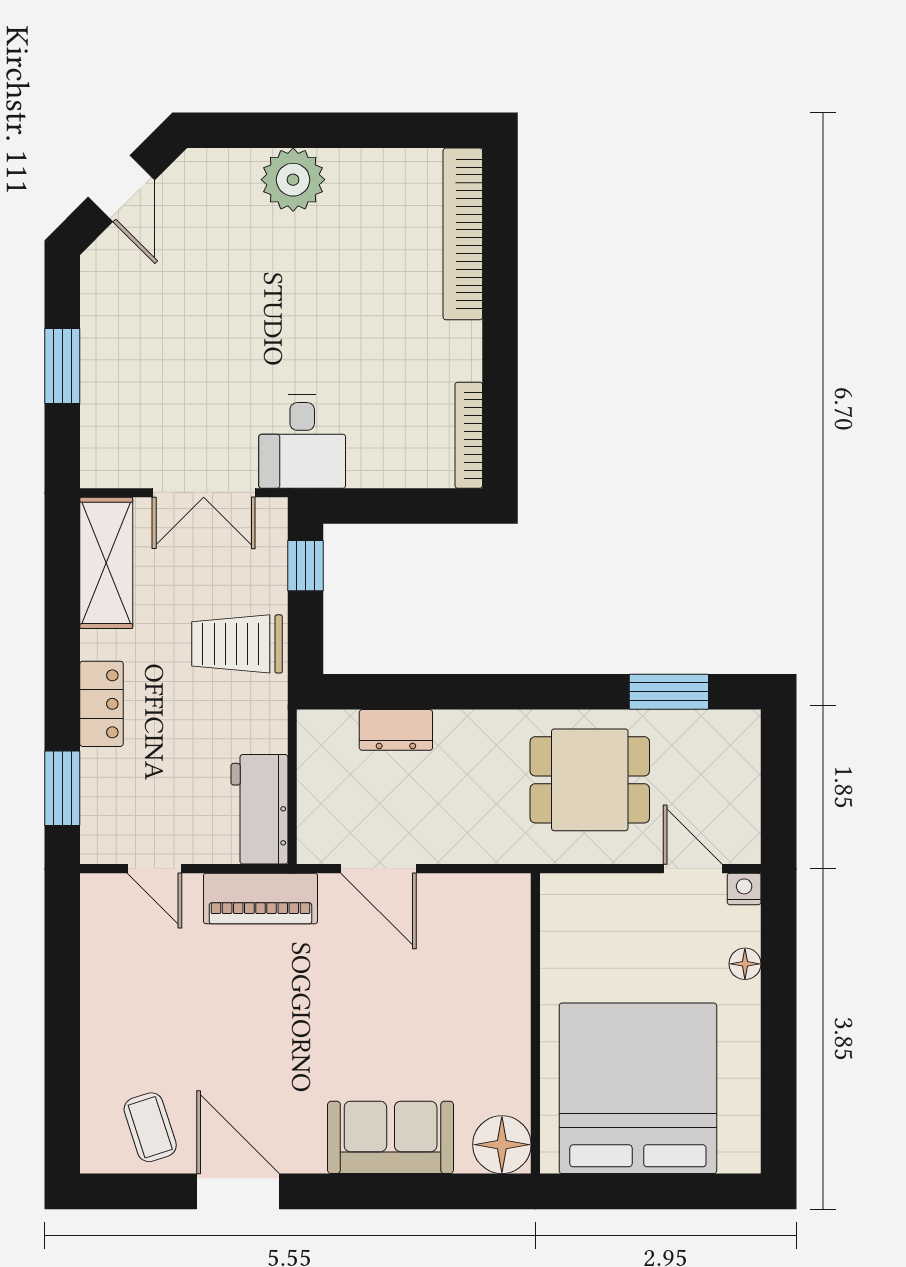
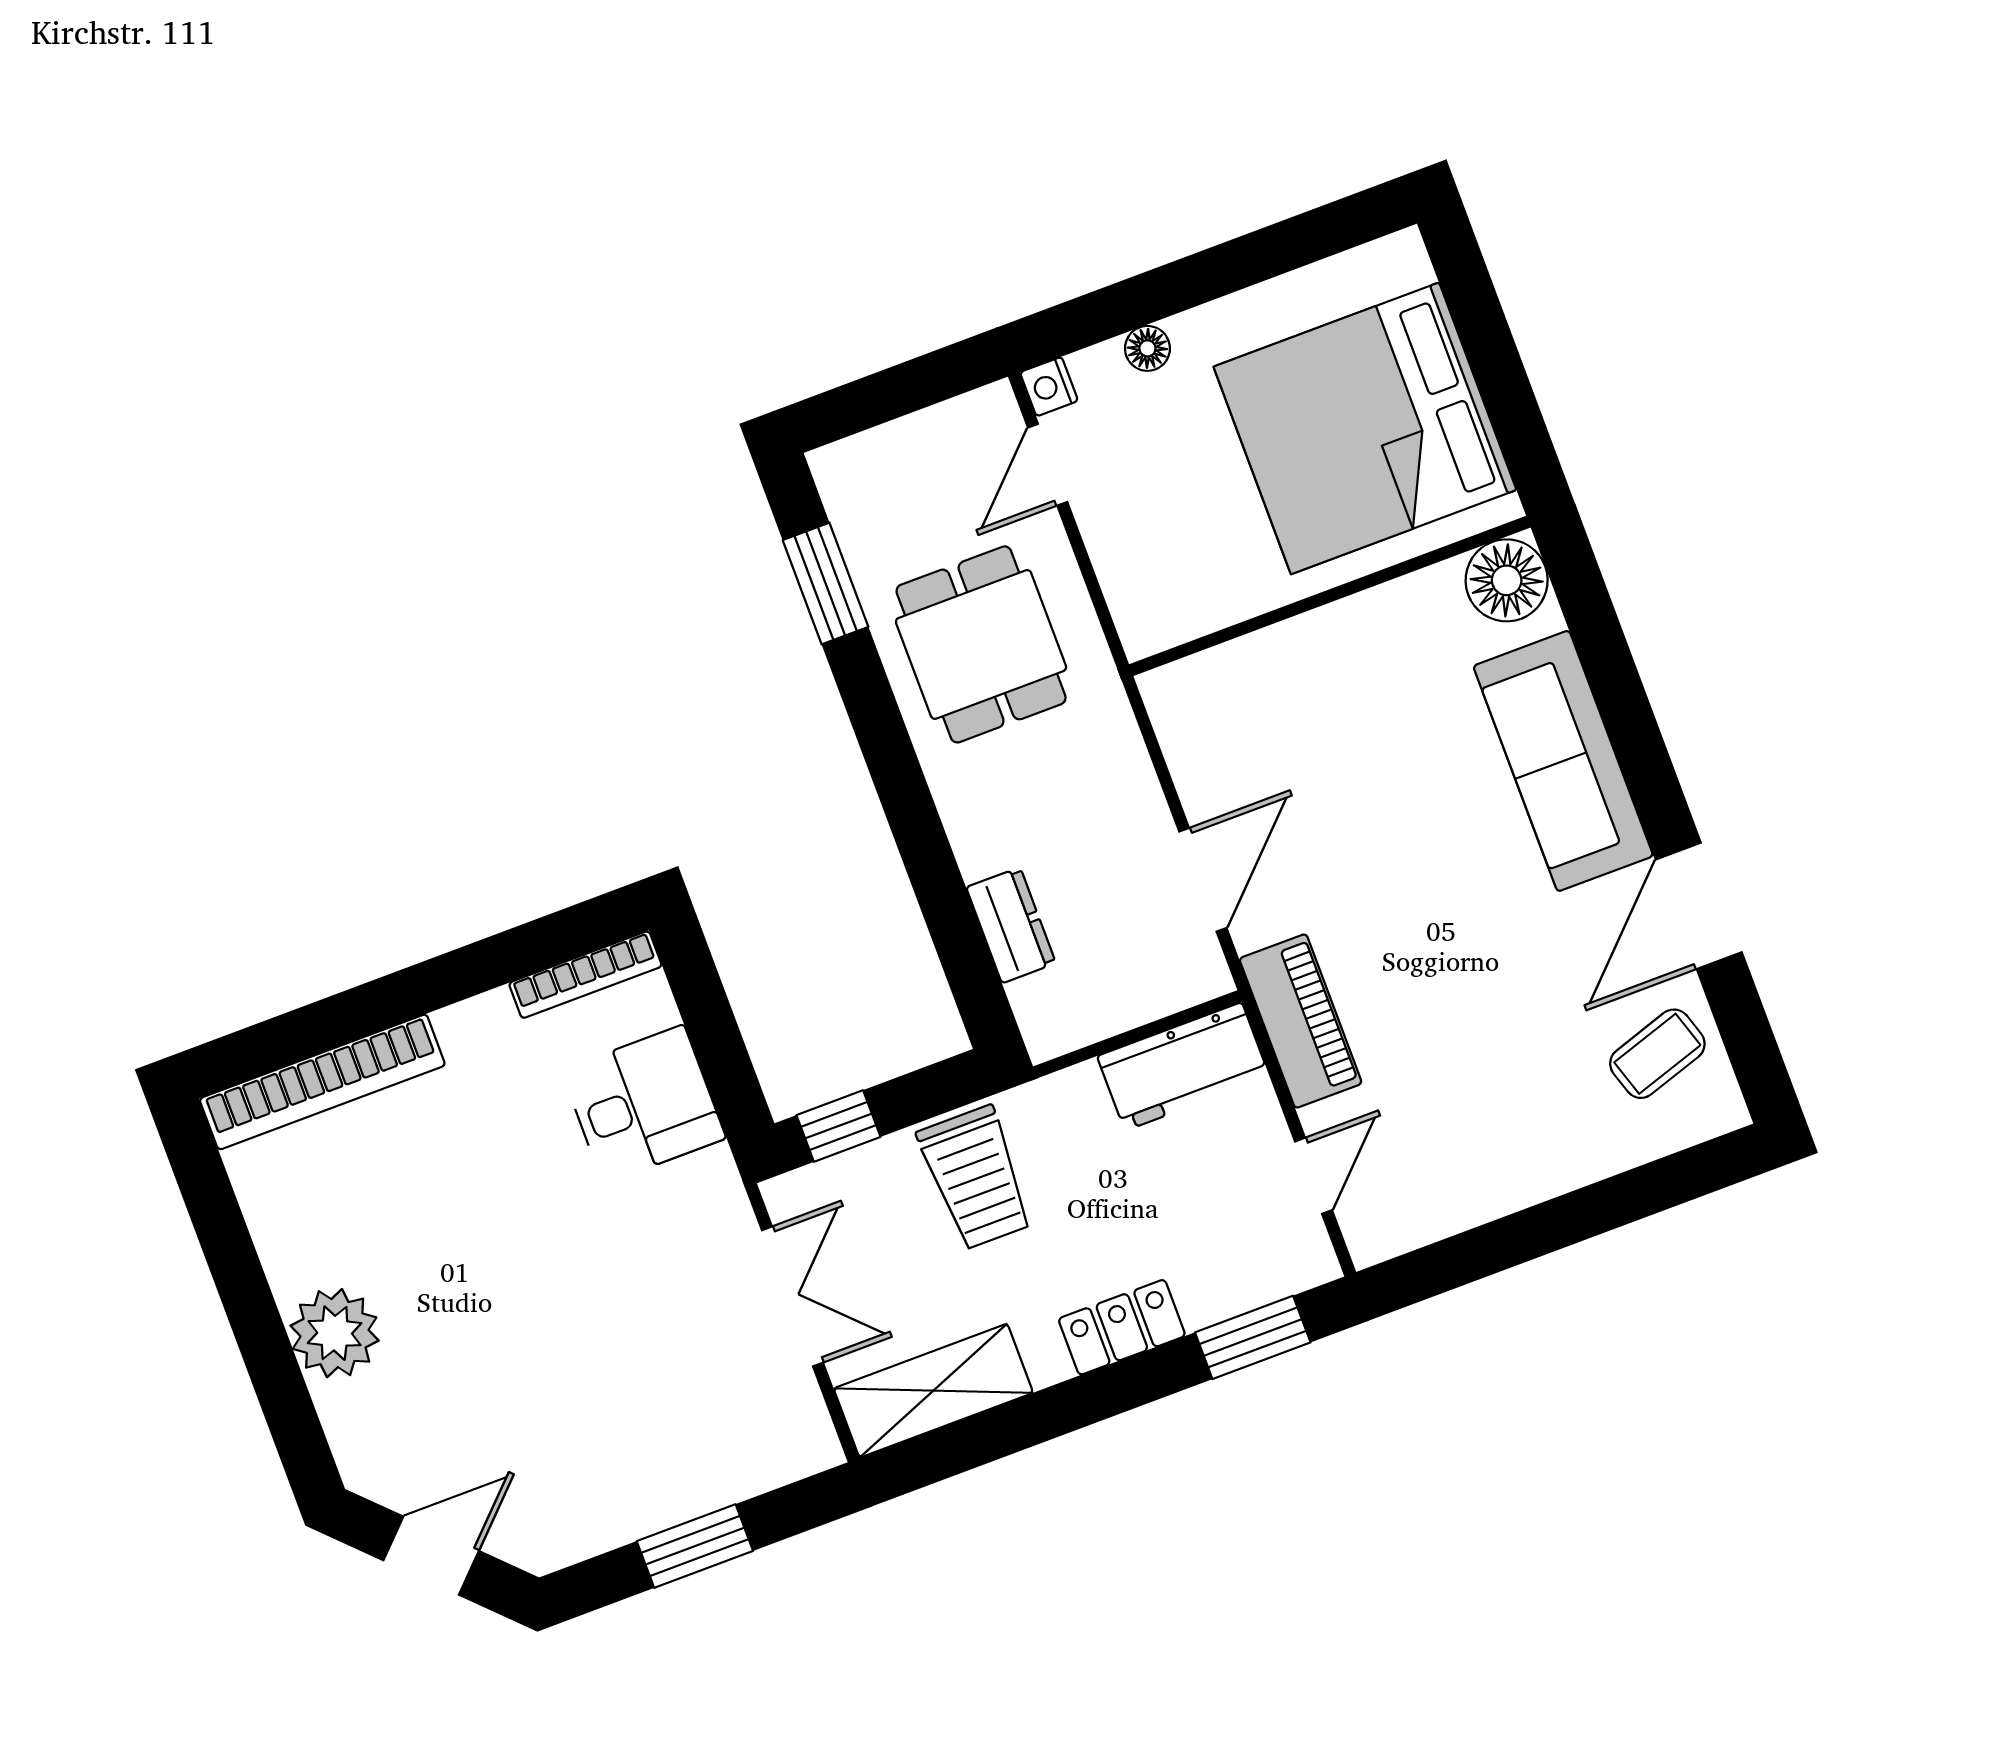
desk: (302, 442) -> (644, 1104), moved
sofa: (391, 1137) -> (1563, 761), width x1.36

